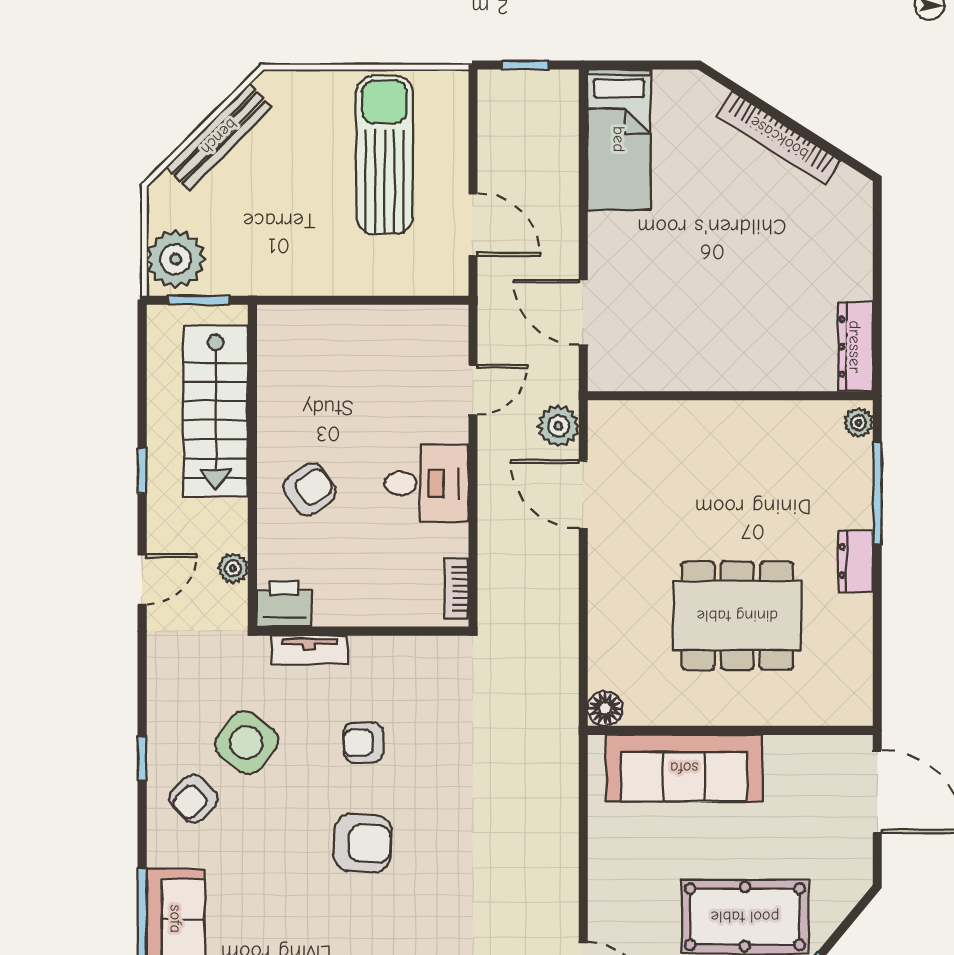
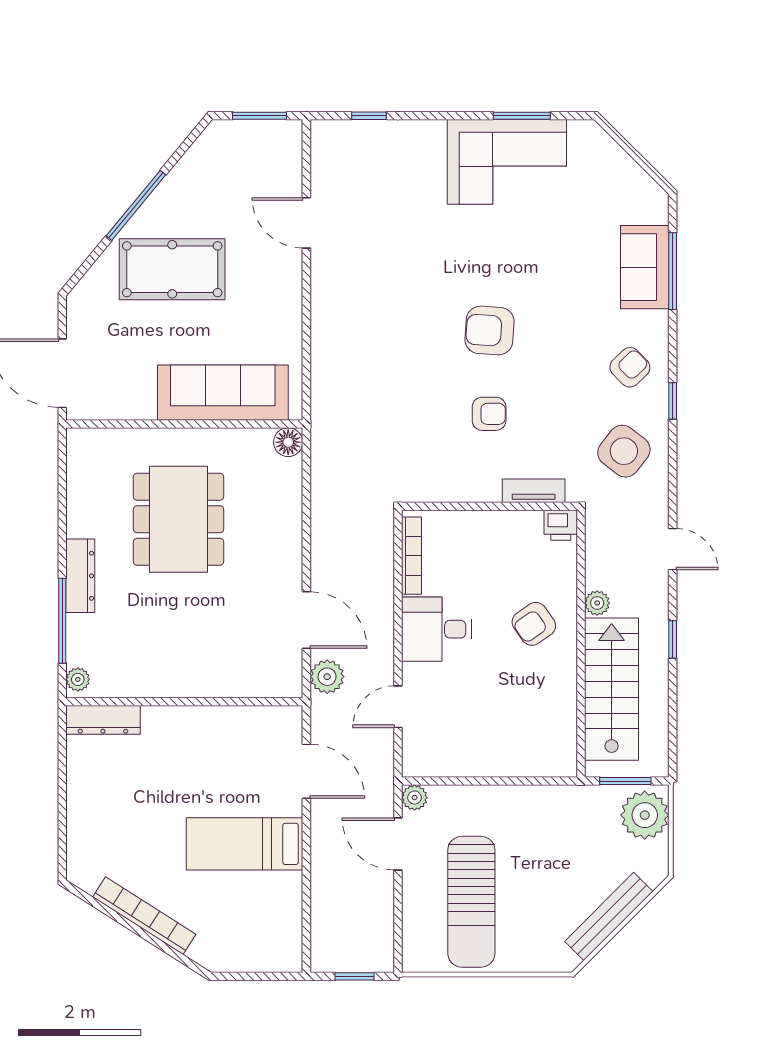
bed: (619, 139) -> (245, 844), moved, turned -90
plant: (453, 280) -> (414, 798), added
dresser: (855, 347) -> (103, 720), moved, turned 90
dresser: (856, 561) -> (80, 576), width x1.44
plant: (233, 568) -> (597, 603), moved
door: (142, 580) -> (673, 549), swing flipped
bookcase: (457, 589) -> (412, 556), width x1.56
printer: (284, 604) -> (561, 525), width x0.73, depth x0.81
dining table: (737, 616) -> (178, 519), turned 90
side table: (246, 742) -> (624, 451), moved

